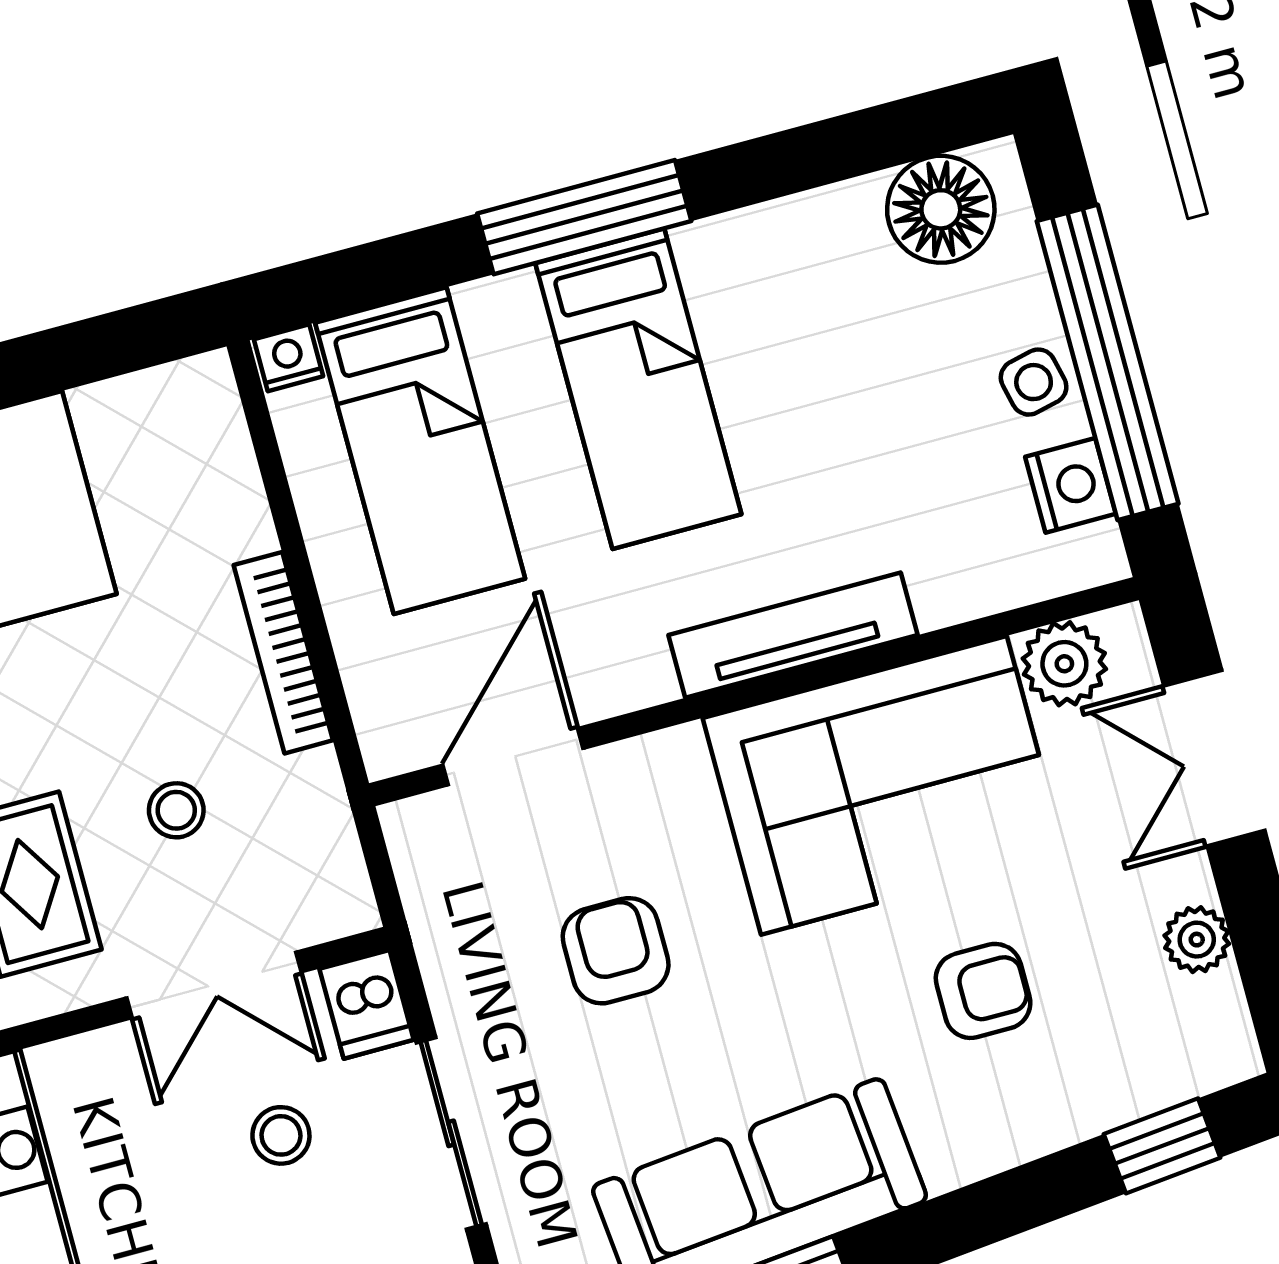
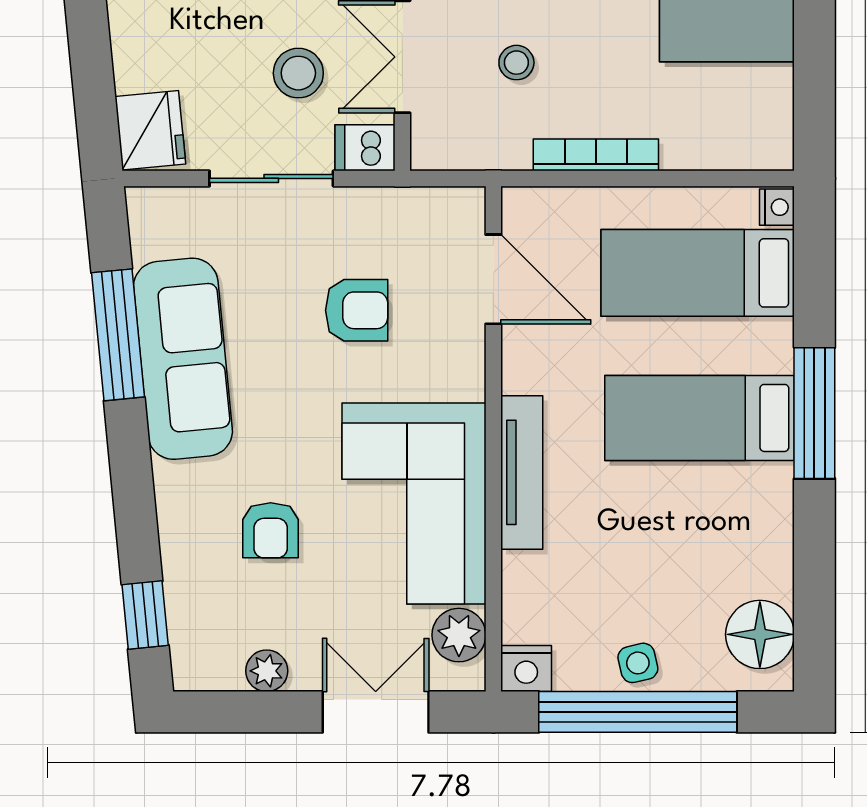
nightstand: (1070, 485) -> (526, 668), moved
stool: (281, 1135) -> (298, 73), width x1.37, depth x1.37

